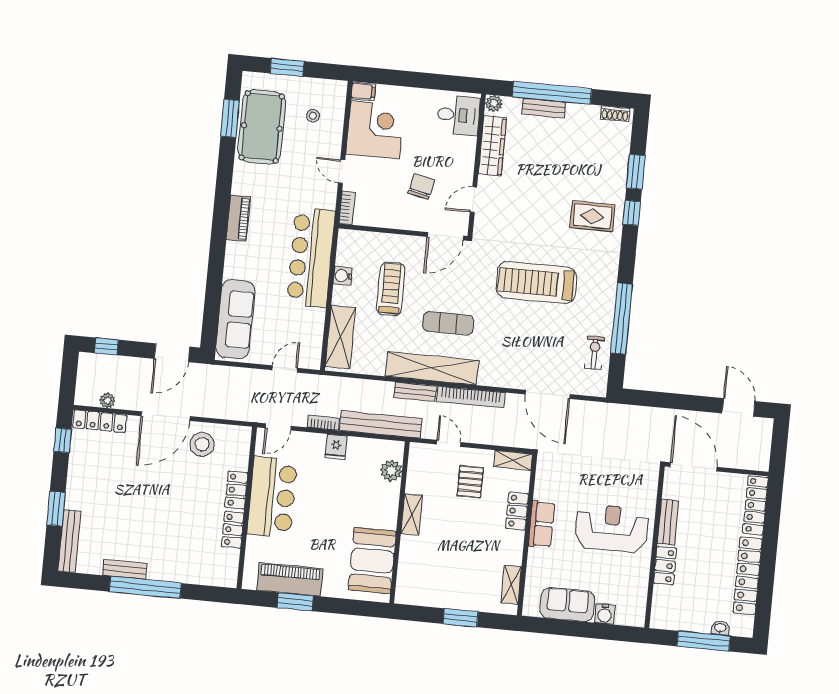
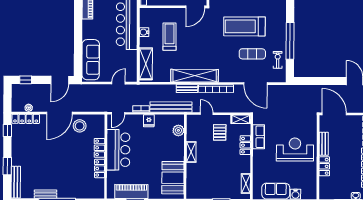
exercise mat: (448, 323) -> (252, 54), moved
row of seats: (542, 524) -> (259, 137), moved

